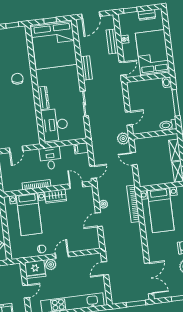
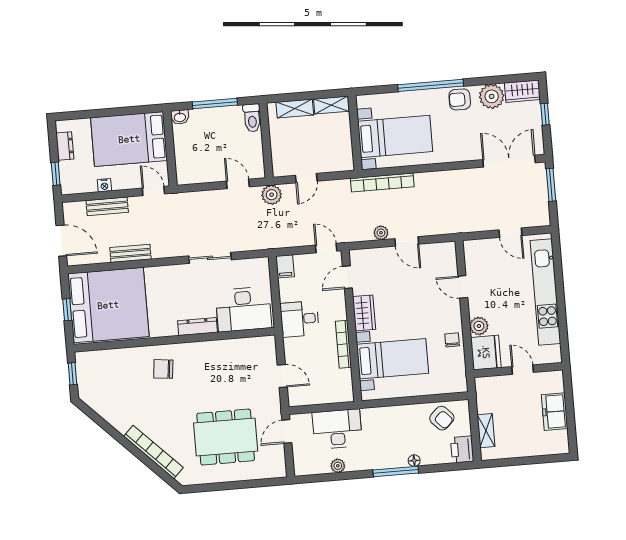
bench: (86, 68) -> (130, 253), moved
door: (62, 255) -> (463, 287), moved
door: (105, 268) -> (510, 233), moved

